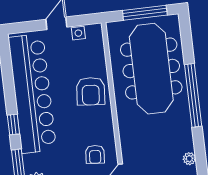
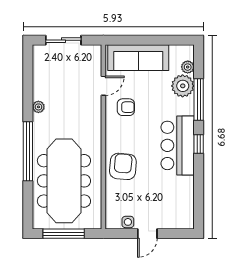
bar counter: (32, 94) -> (178, 145), width x0.54
armchair: (95, 154) -> (126, 107), turned 85
plant: (189, 159) -> (38, 107), moved

